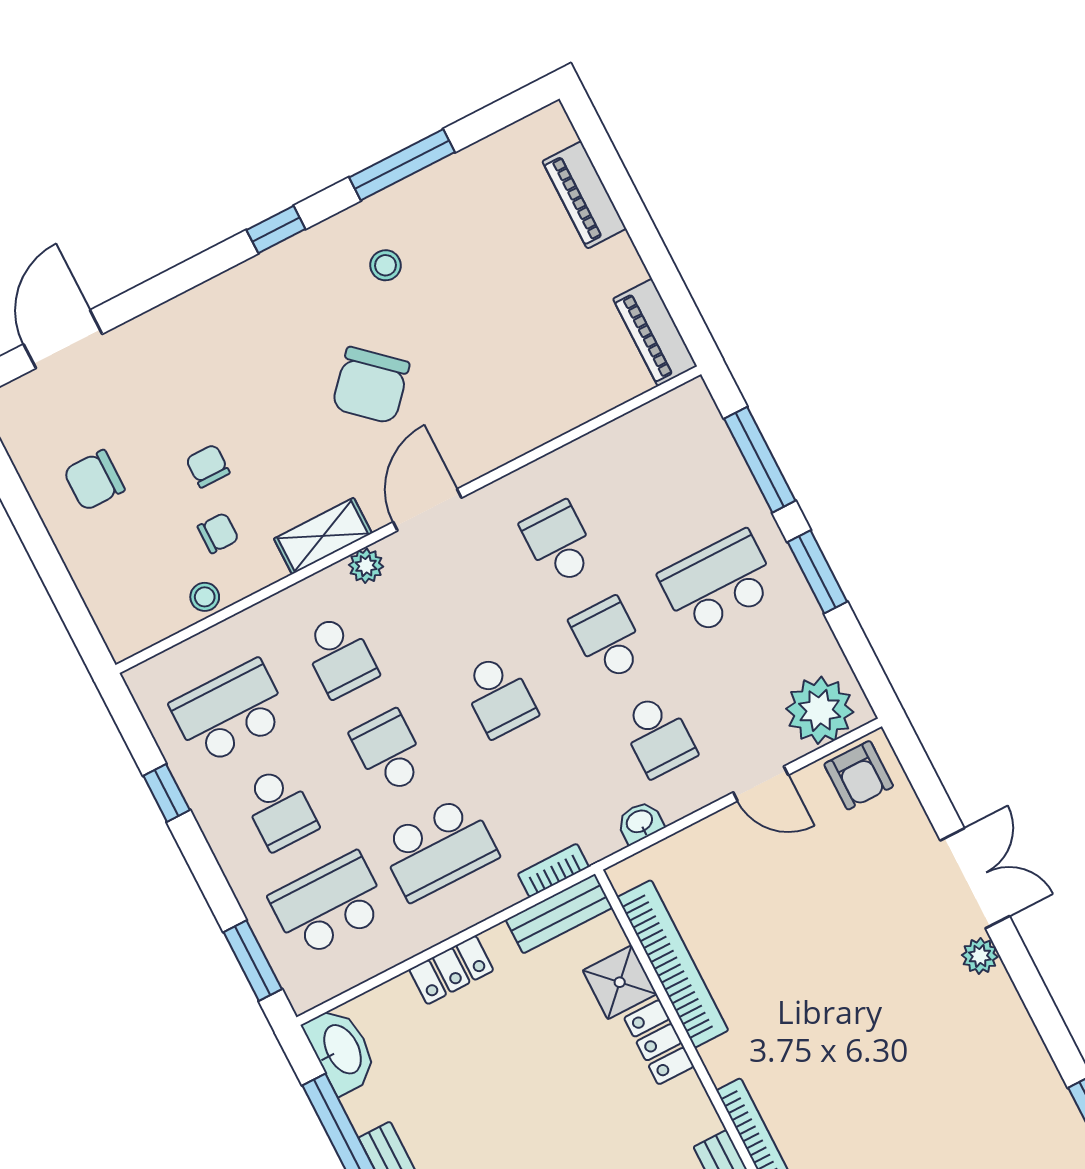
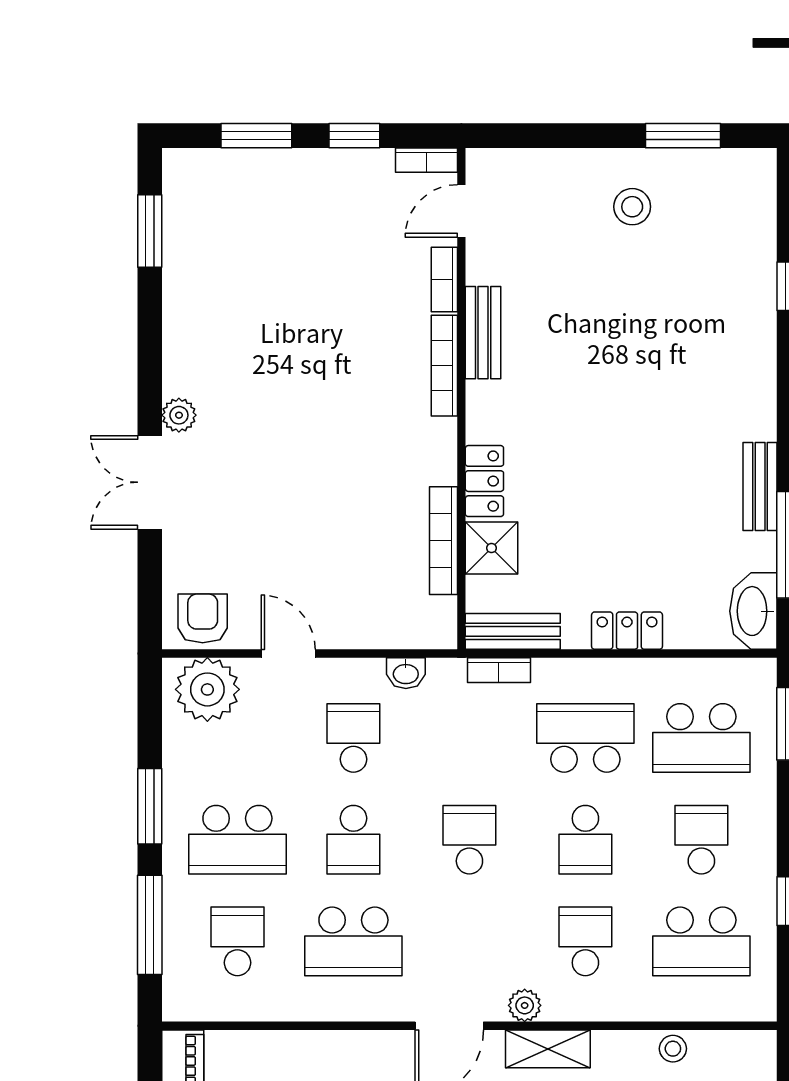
school desk: (669, 487) -> (237, 941), added
school desk: (559, 543) -> (353, 941), width x1.85
bookcase: (673, 964) -> (443, 541), width x0.68, depth x0.76

